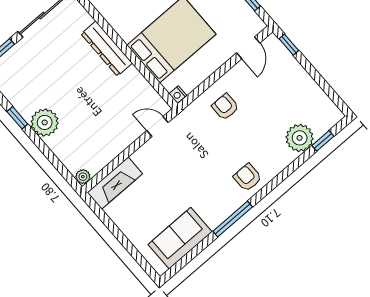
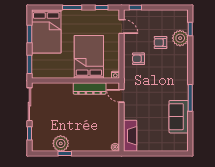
dresser: (107, 49) -> (90, 88), moved
plant: (45, 122) -> (61, 143), moved
door: (158, 126) -> (122, 96), hinge flipped
armchair: (248, 177) -> (160, 42), moved
sofa: (180, 238) -> (179, 117), moved

